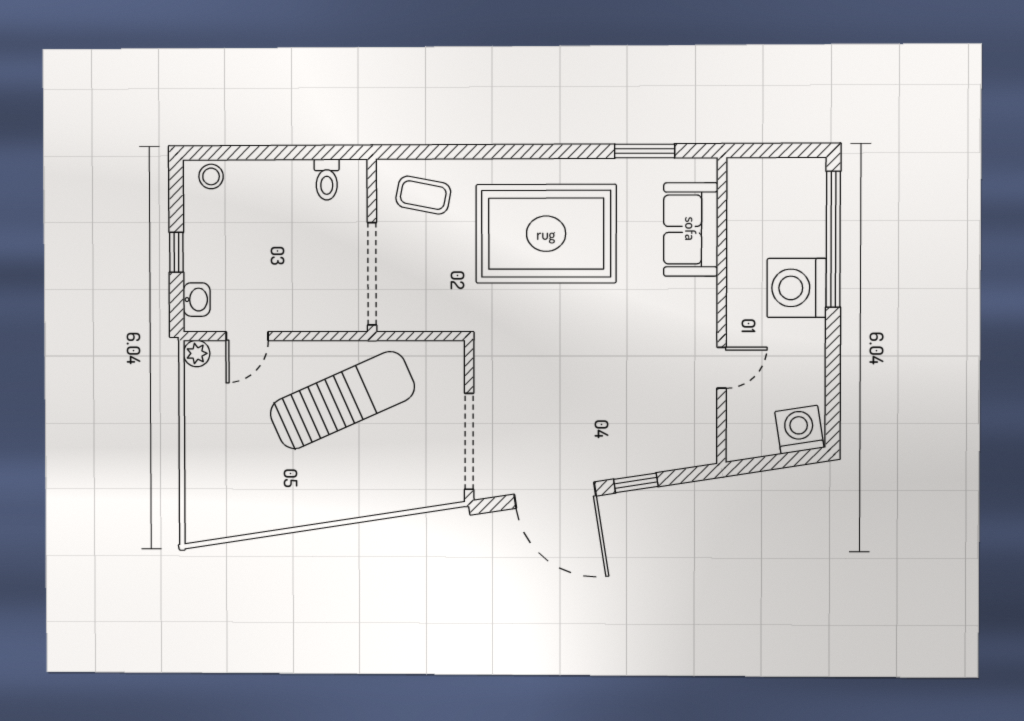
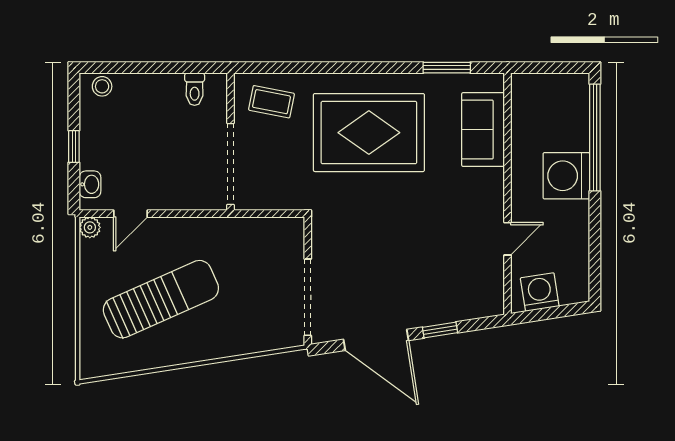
sun lounger: (342, 400) -> (161, 299), moved
washing machine: (799, 430) -> (540, 292), moved

